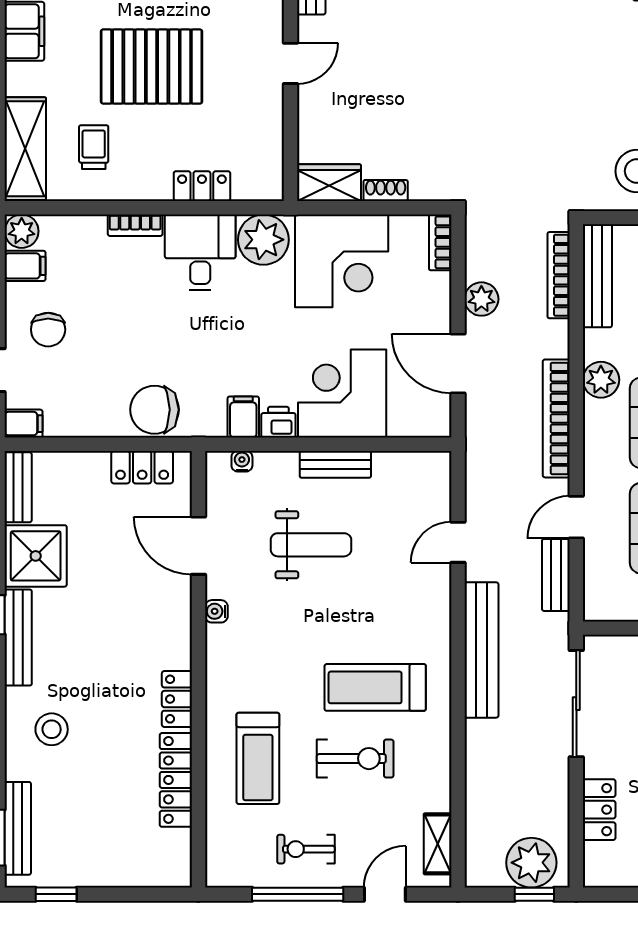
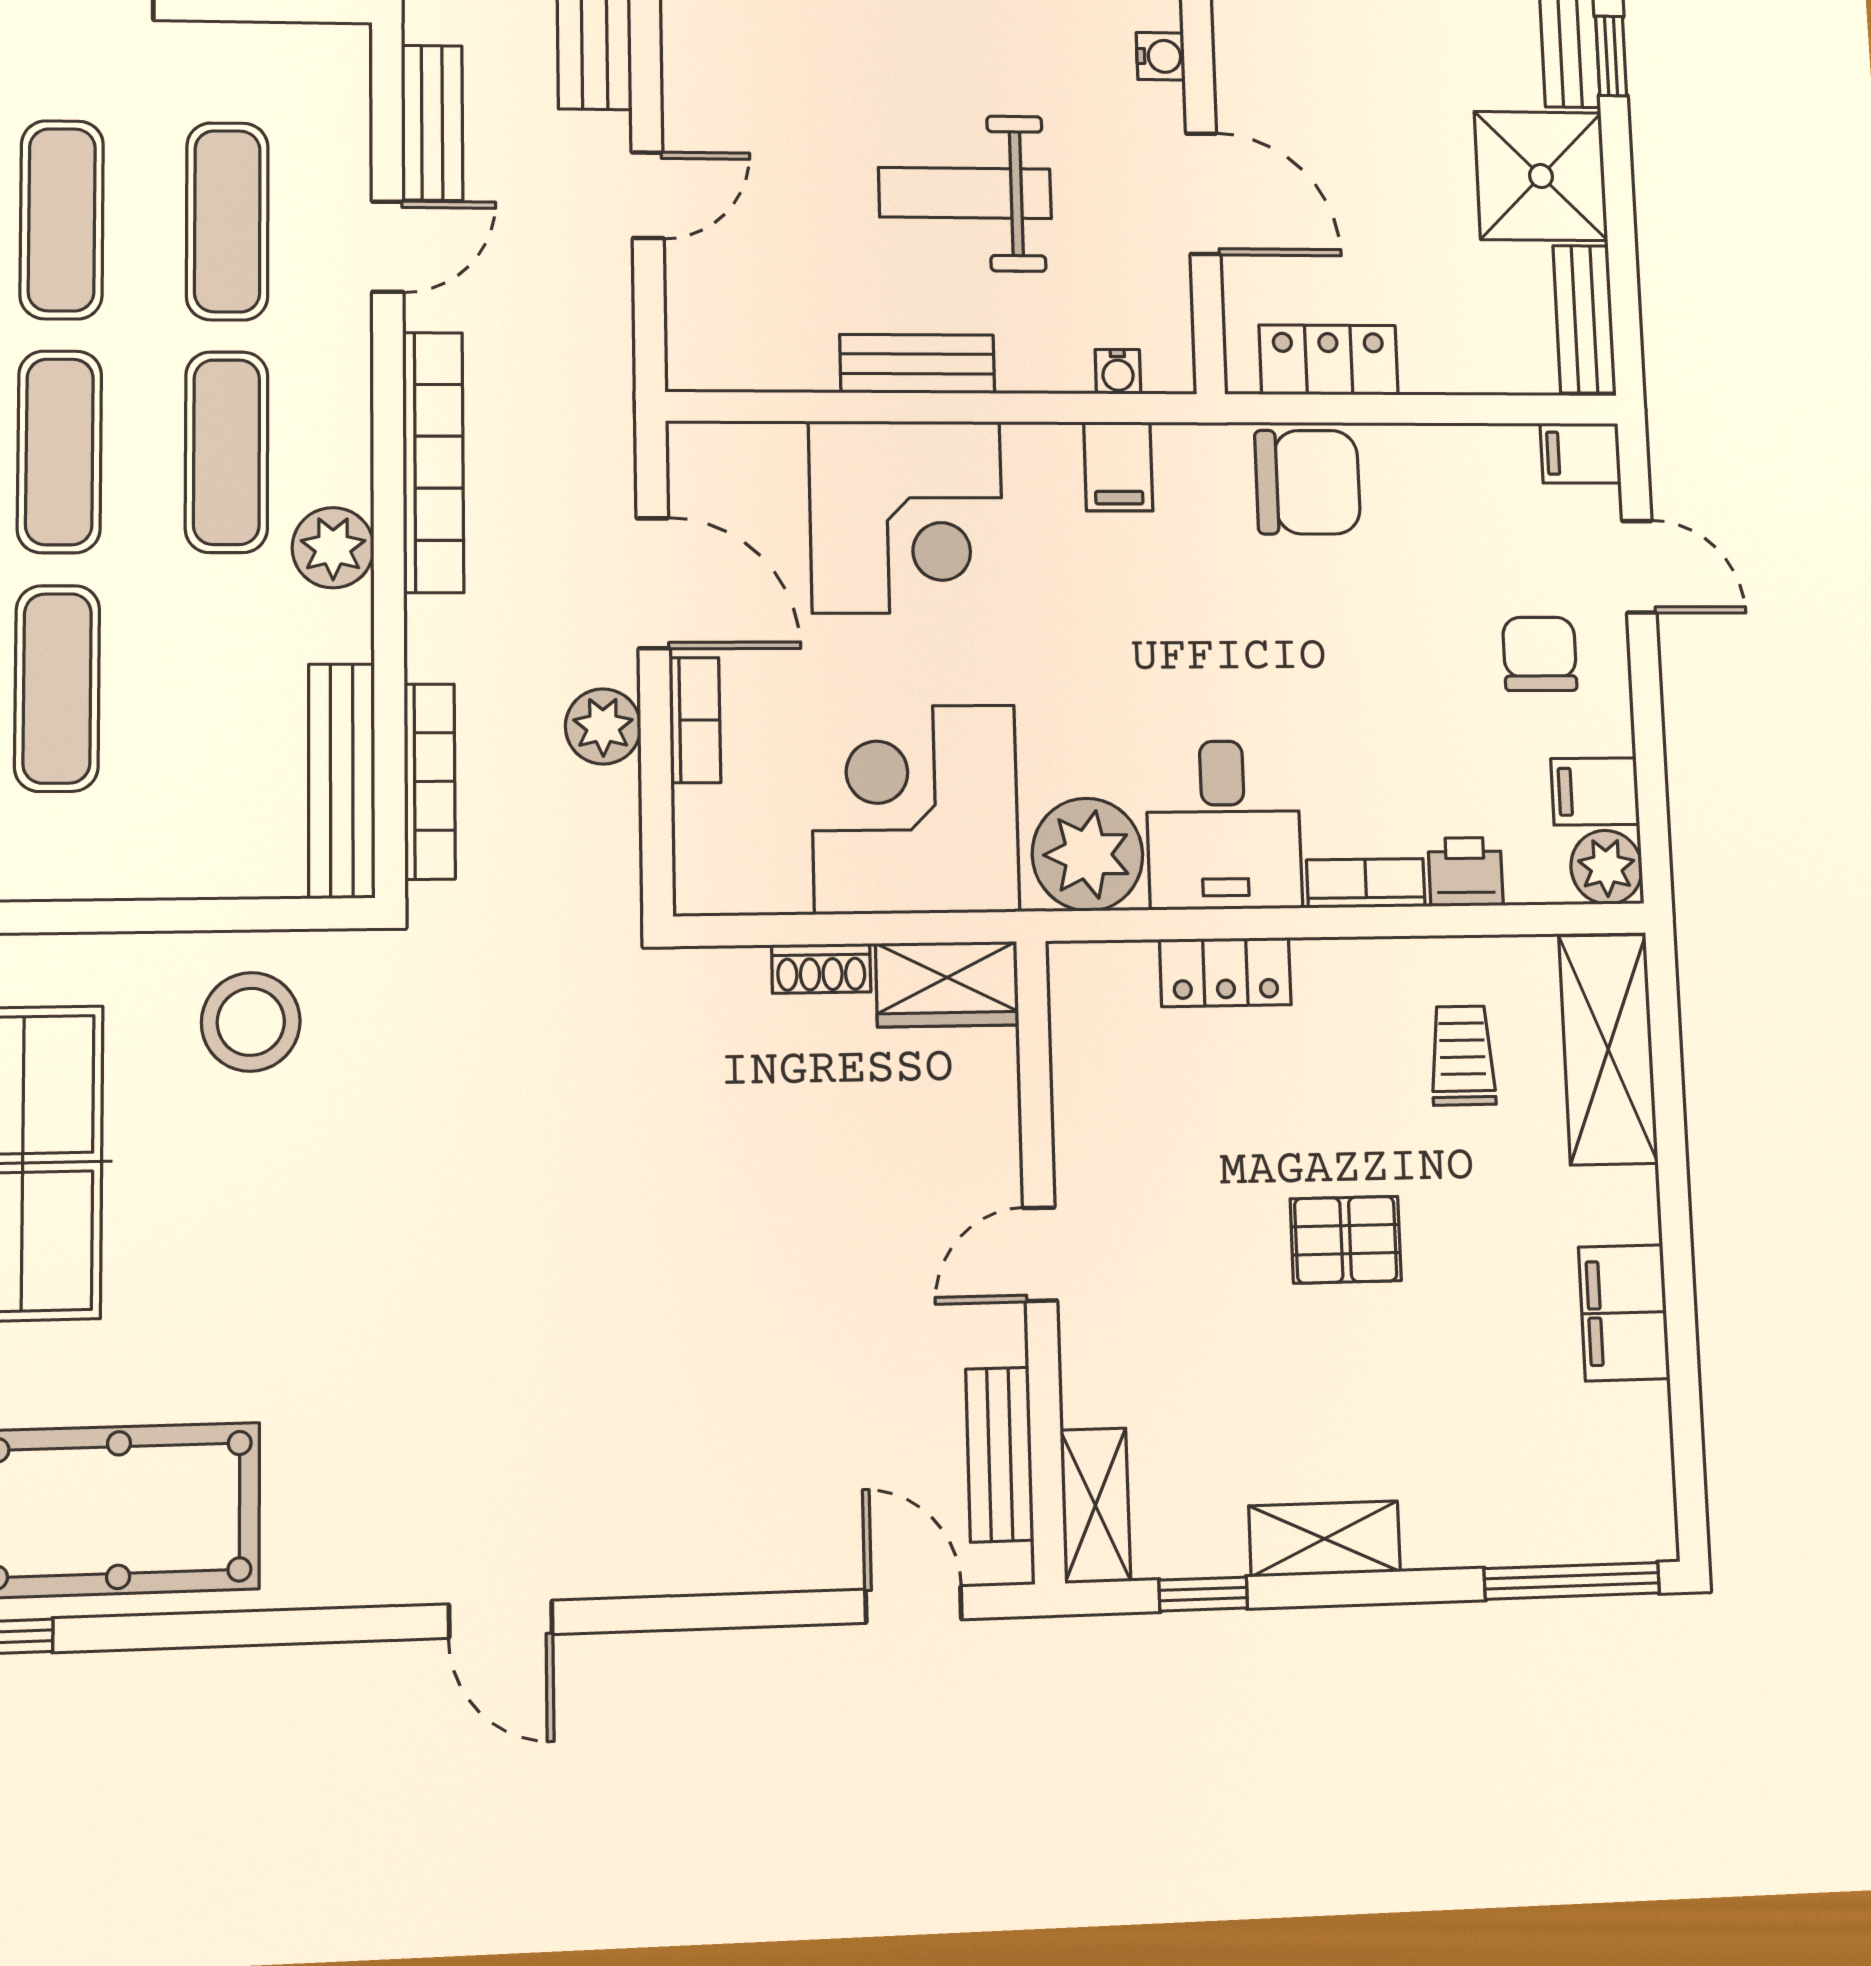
pallet: (152, 67) -> (1346, 1240), width x0.49, depth x0.50
trolley: (94, 147) -> (1463, 1056), turned 180
bookcase: (440, 242) -> (695, 720), moved
printer: (278, 422) -> (1465, 872), moved, turned 180

